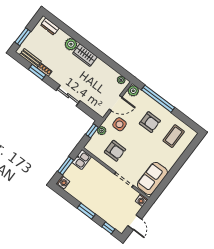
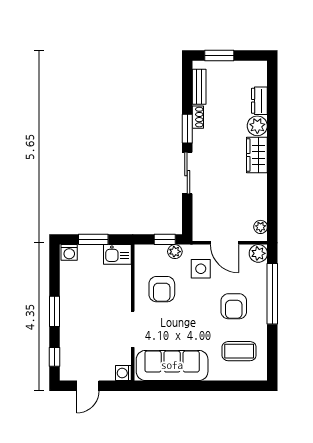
dresser: (50, 26) -> (259, 101), moved
window: (37, 72) -> (187, 129), moved
sofa: (152, 179) -> (172, 365), width x1.36

